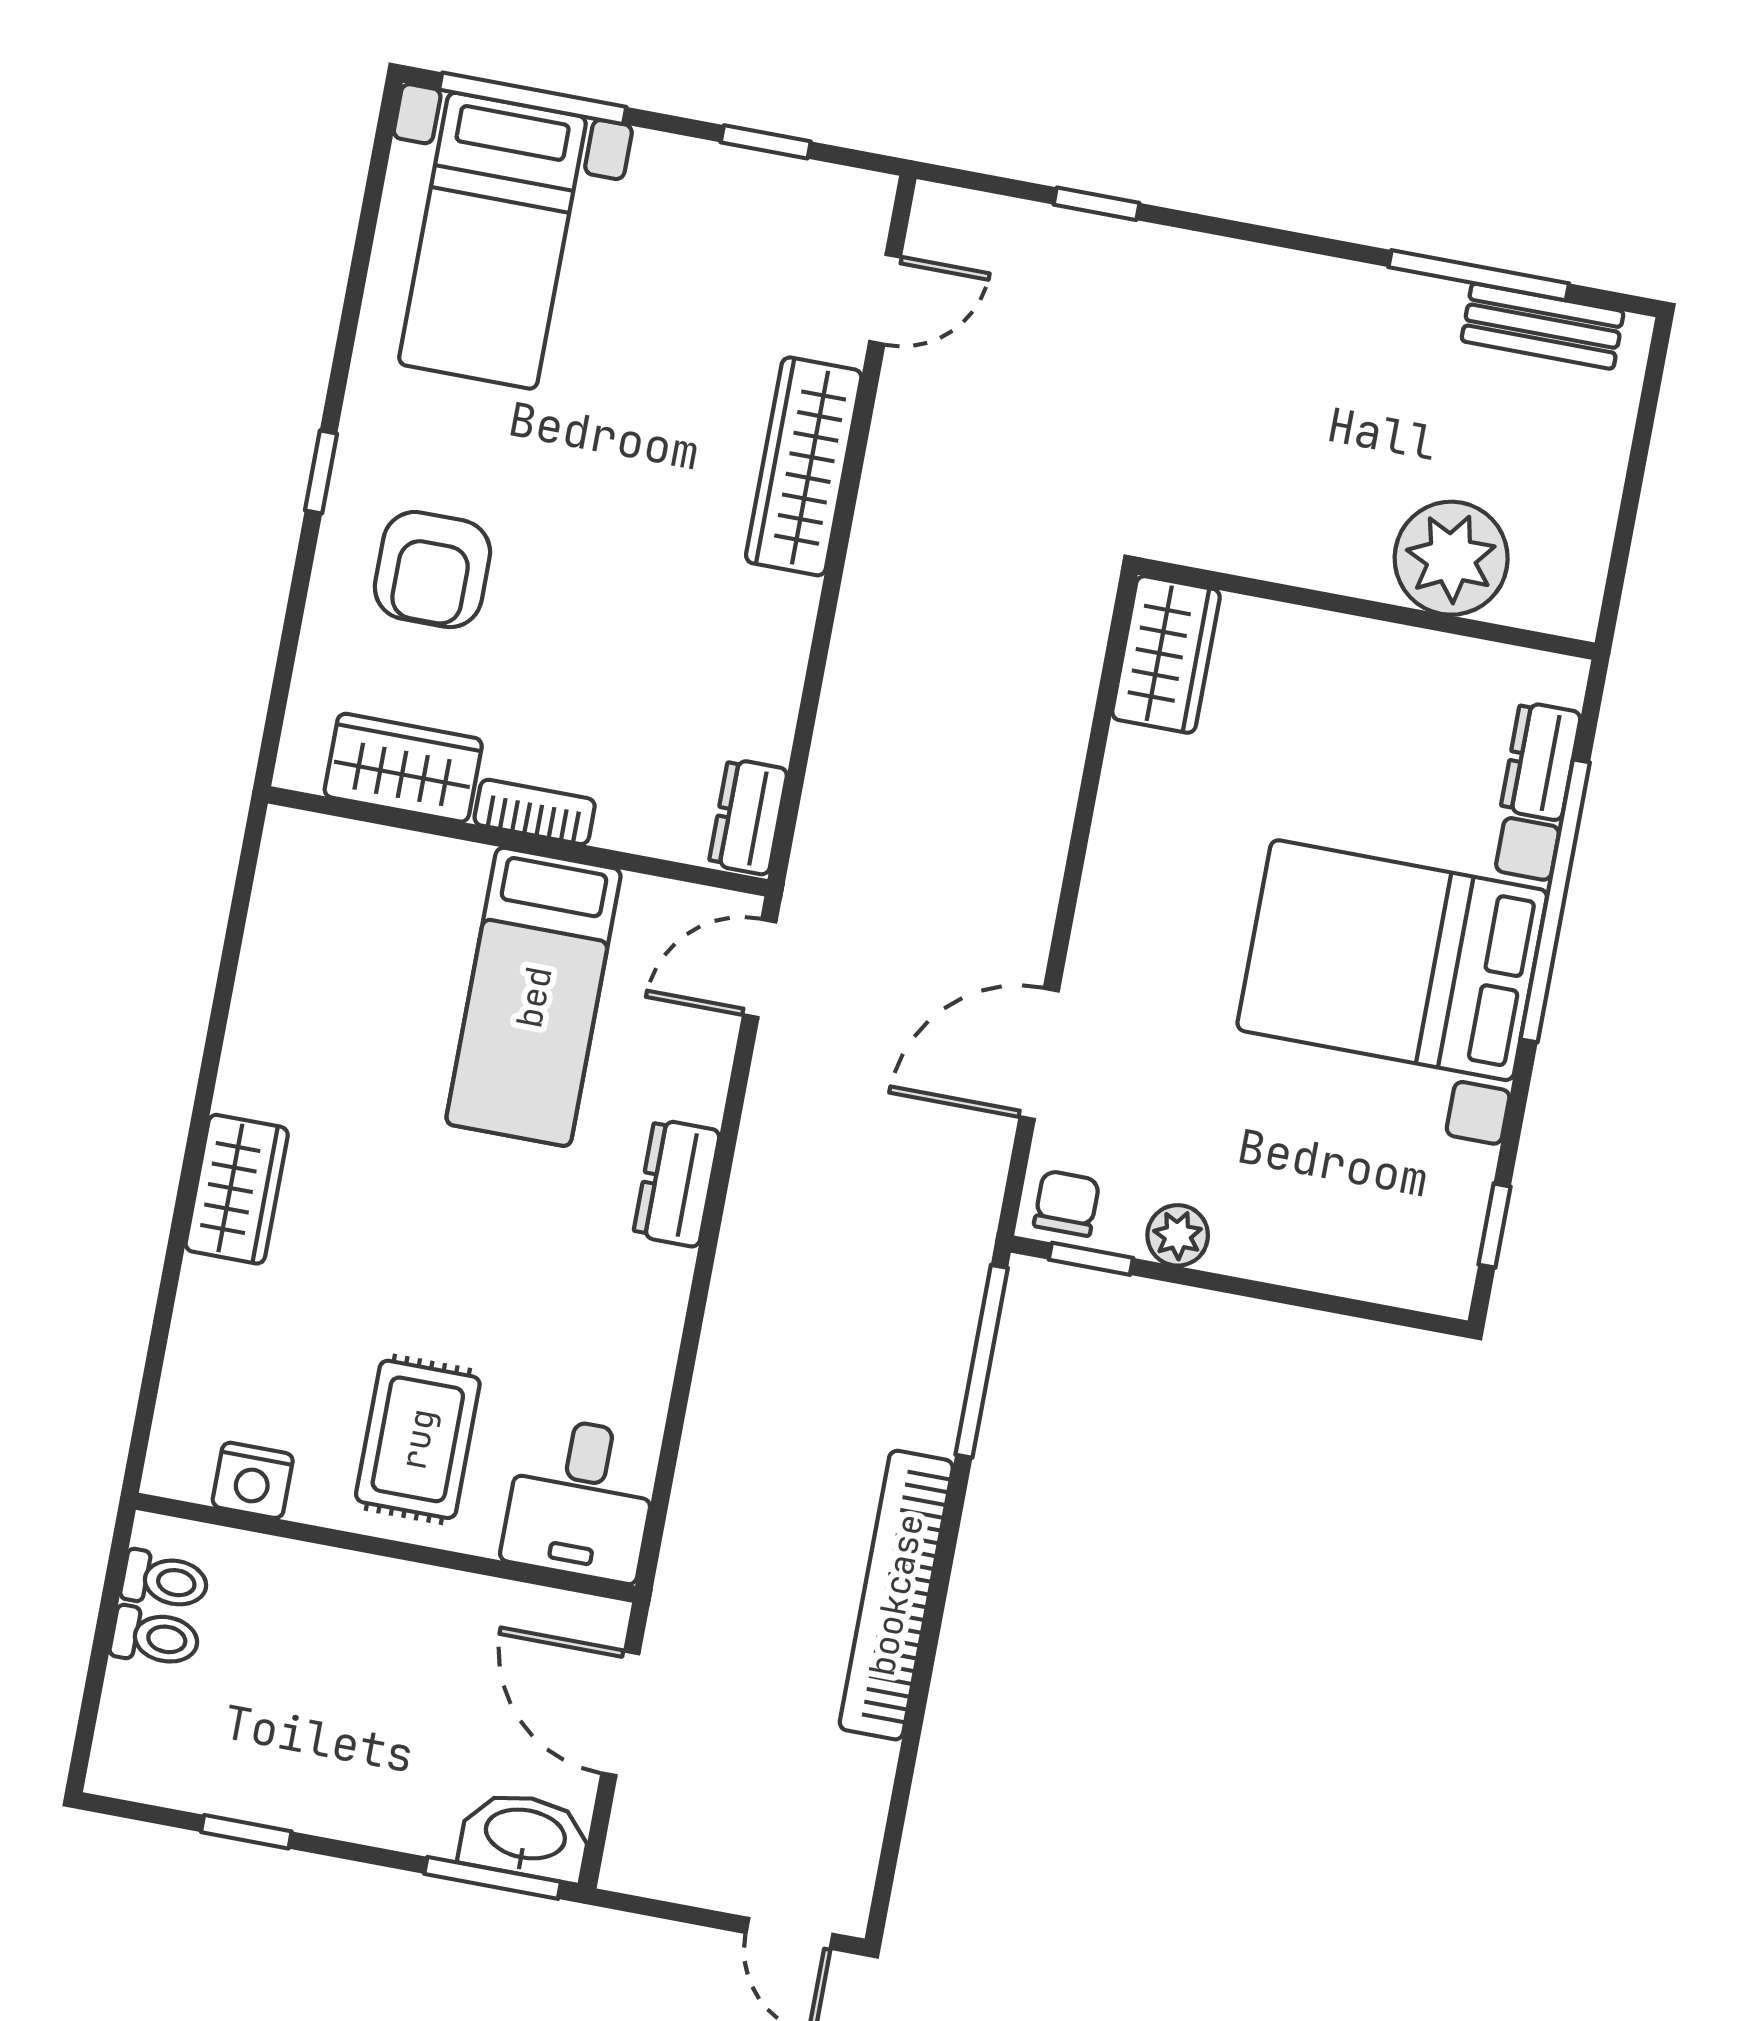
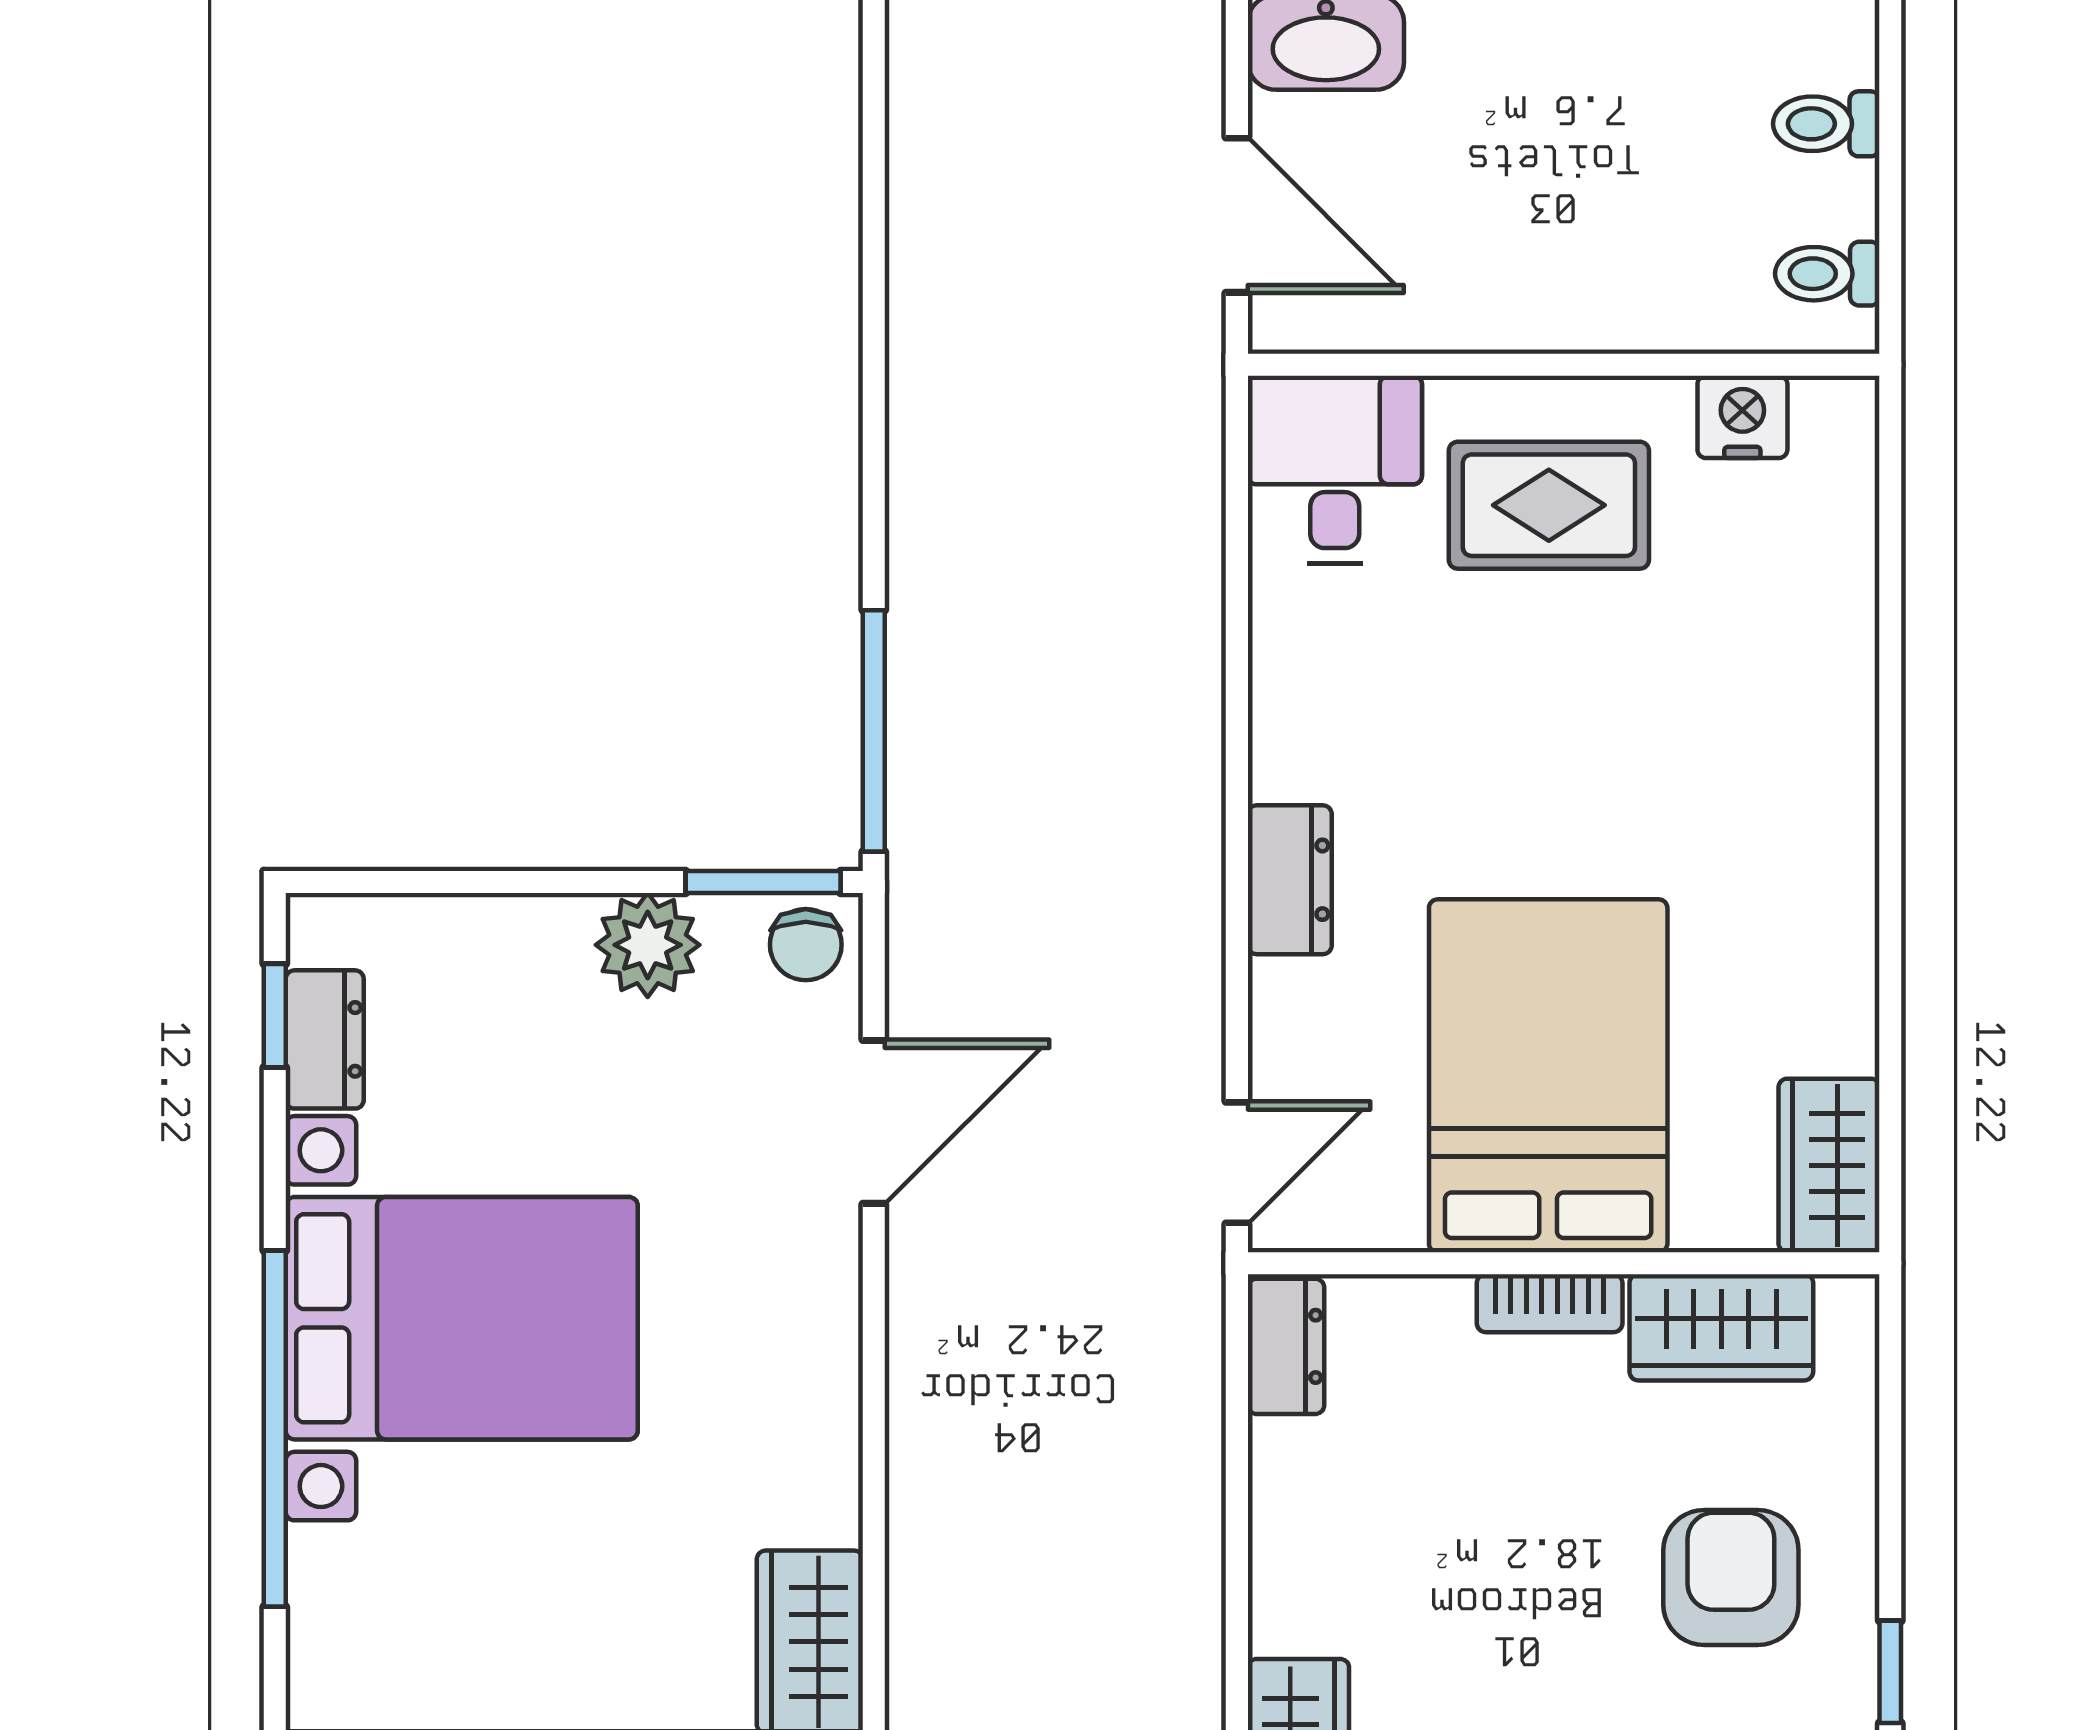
dresser: (1541, 761) -> (325, 1039), moved
bed: (534, 997) -> (1548, 1076), width x1.50
wardrobe: (237, 1189) -> (1829, 1165), moved
plant: (1178, 1235) -> (648, 945), width x1.38, depth x1.38
window: (1091, 1259) -> (763, 882), width x1.50
rug: (418, 1439) -> (1549, 505), turned 90
bookcase: (896, 1595) -> (925, 424), removed
toilet: (155, 1637) -> (1826, 124), moved

